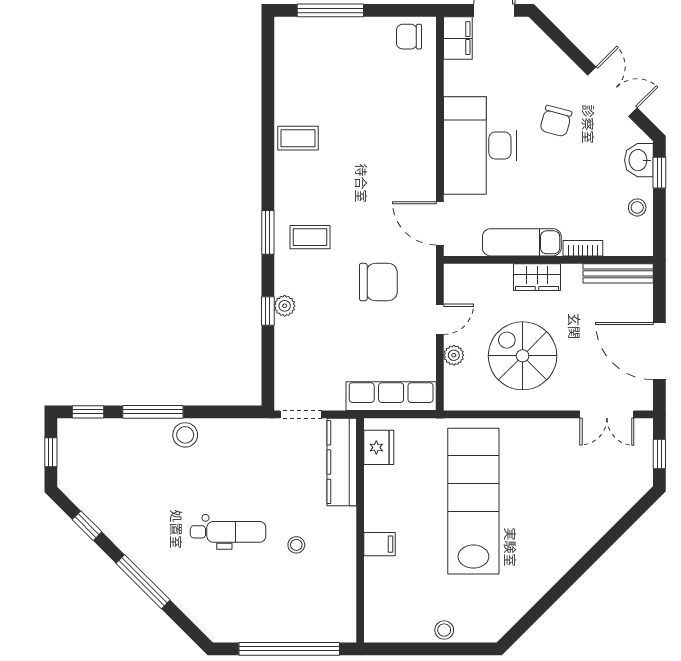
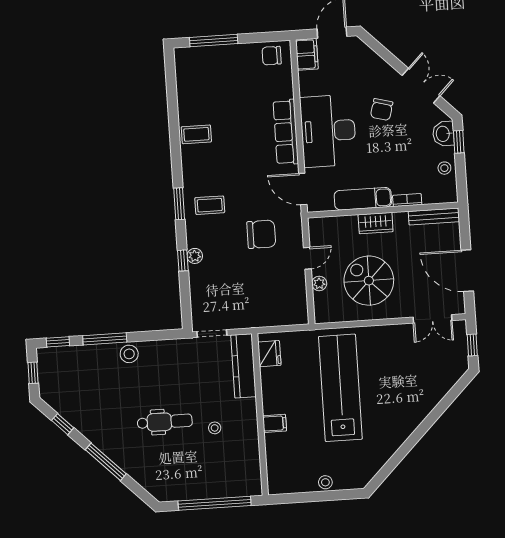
row of seats: (391, 396) -> (286, 132), moved, turned -90

